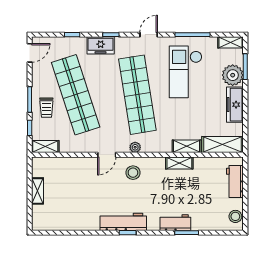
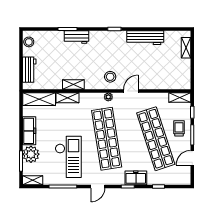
door: (30, 53) -> (192, 158), moved
shelving: (38, 191) -> (186, 48), moved
workbench: (123, 222) -> (145, 38), moved

